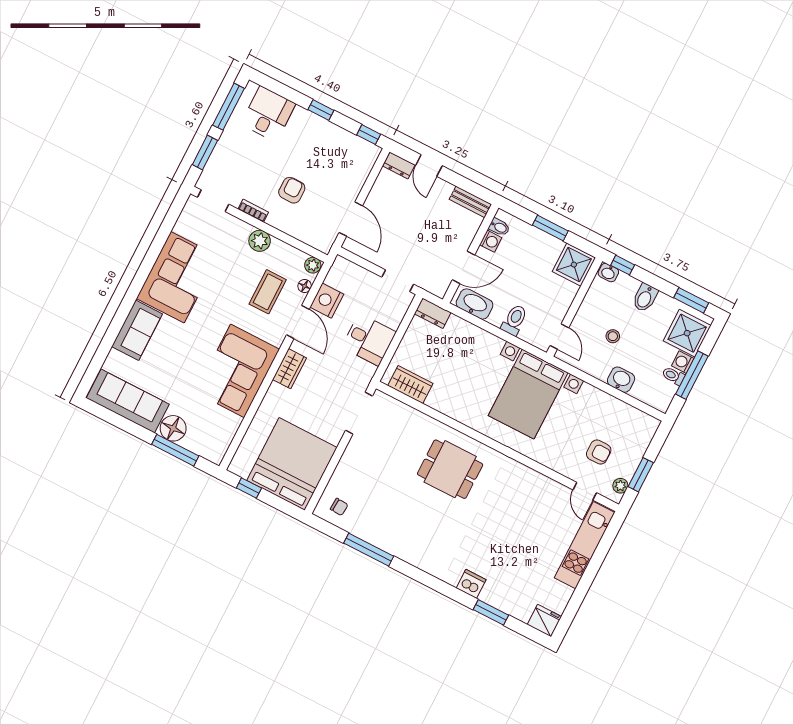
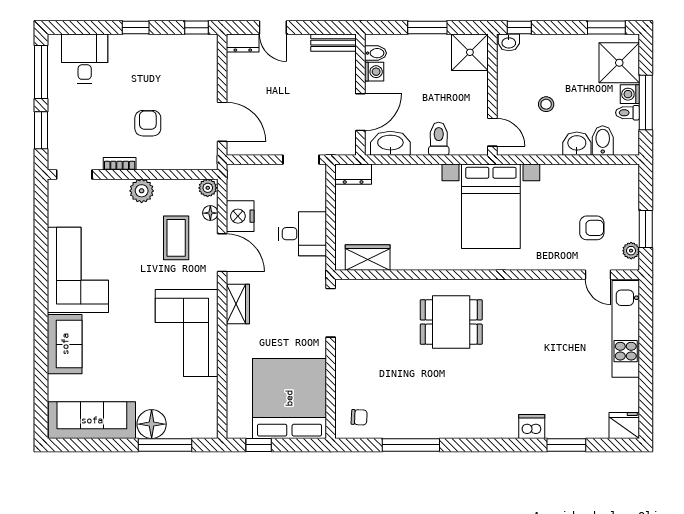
bidet: (645, 298) -> (603, 140), moved, turned 180

